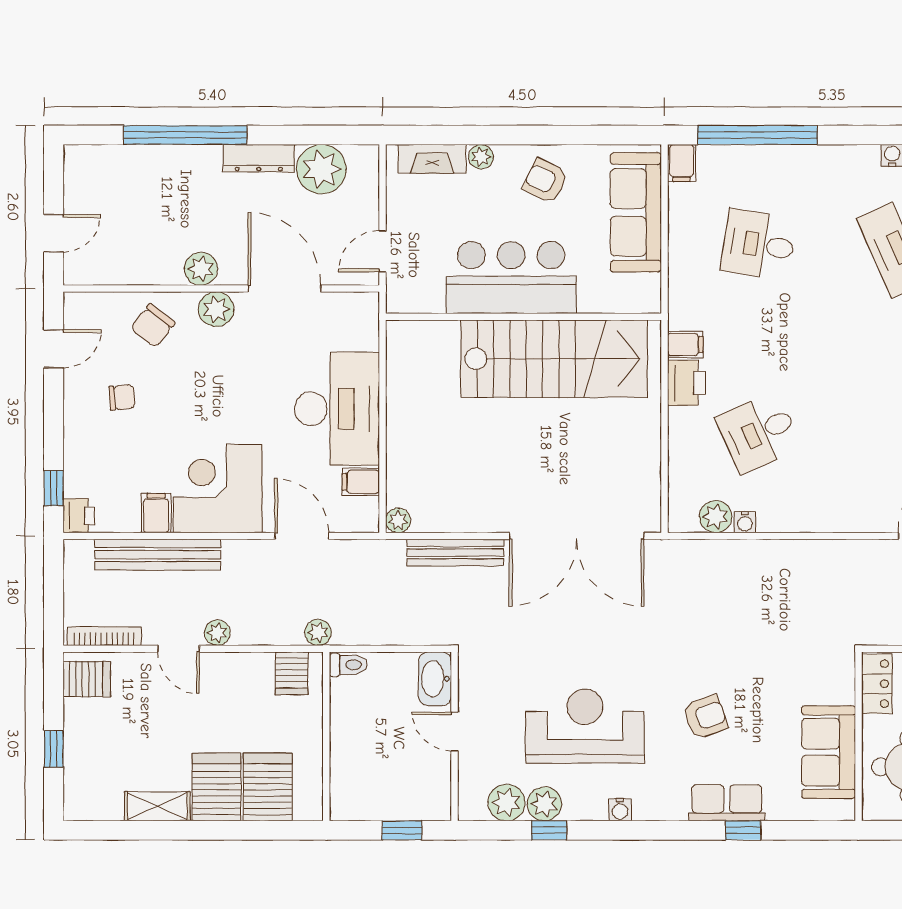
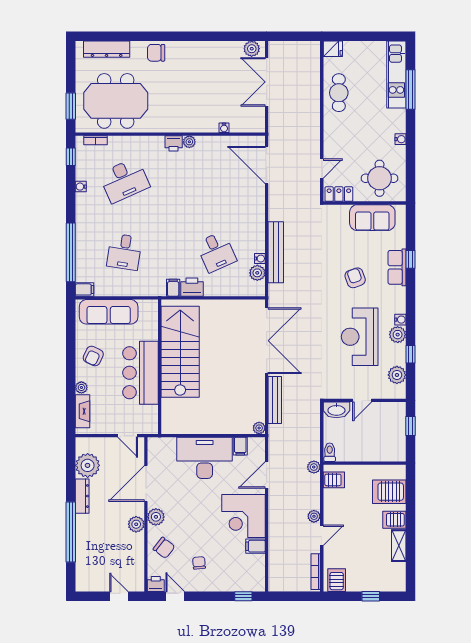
printer: (79, 516) -> (156, 584), moved
bench: (158, 555) -> (276, 252), moved
server rack: (217, 787) -> (394, 520), width x0.73, depth x0.70
plant: (544, 804) -> (398, 335), moved

